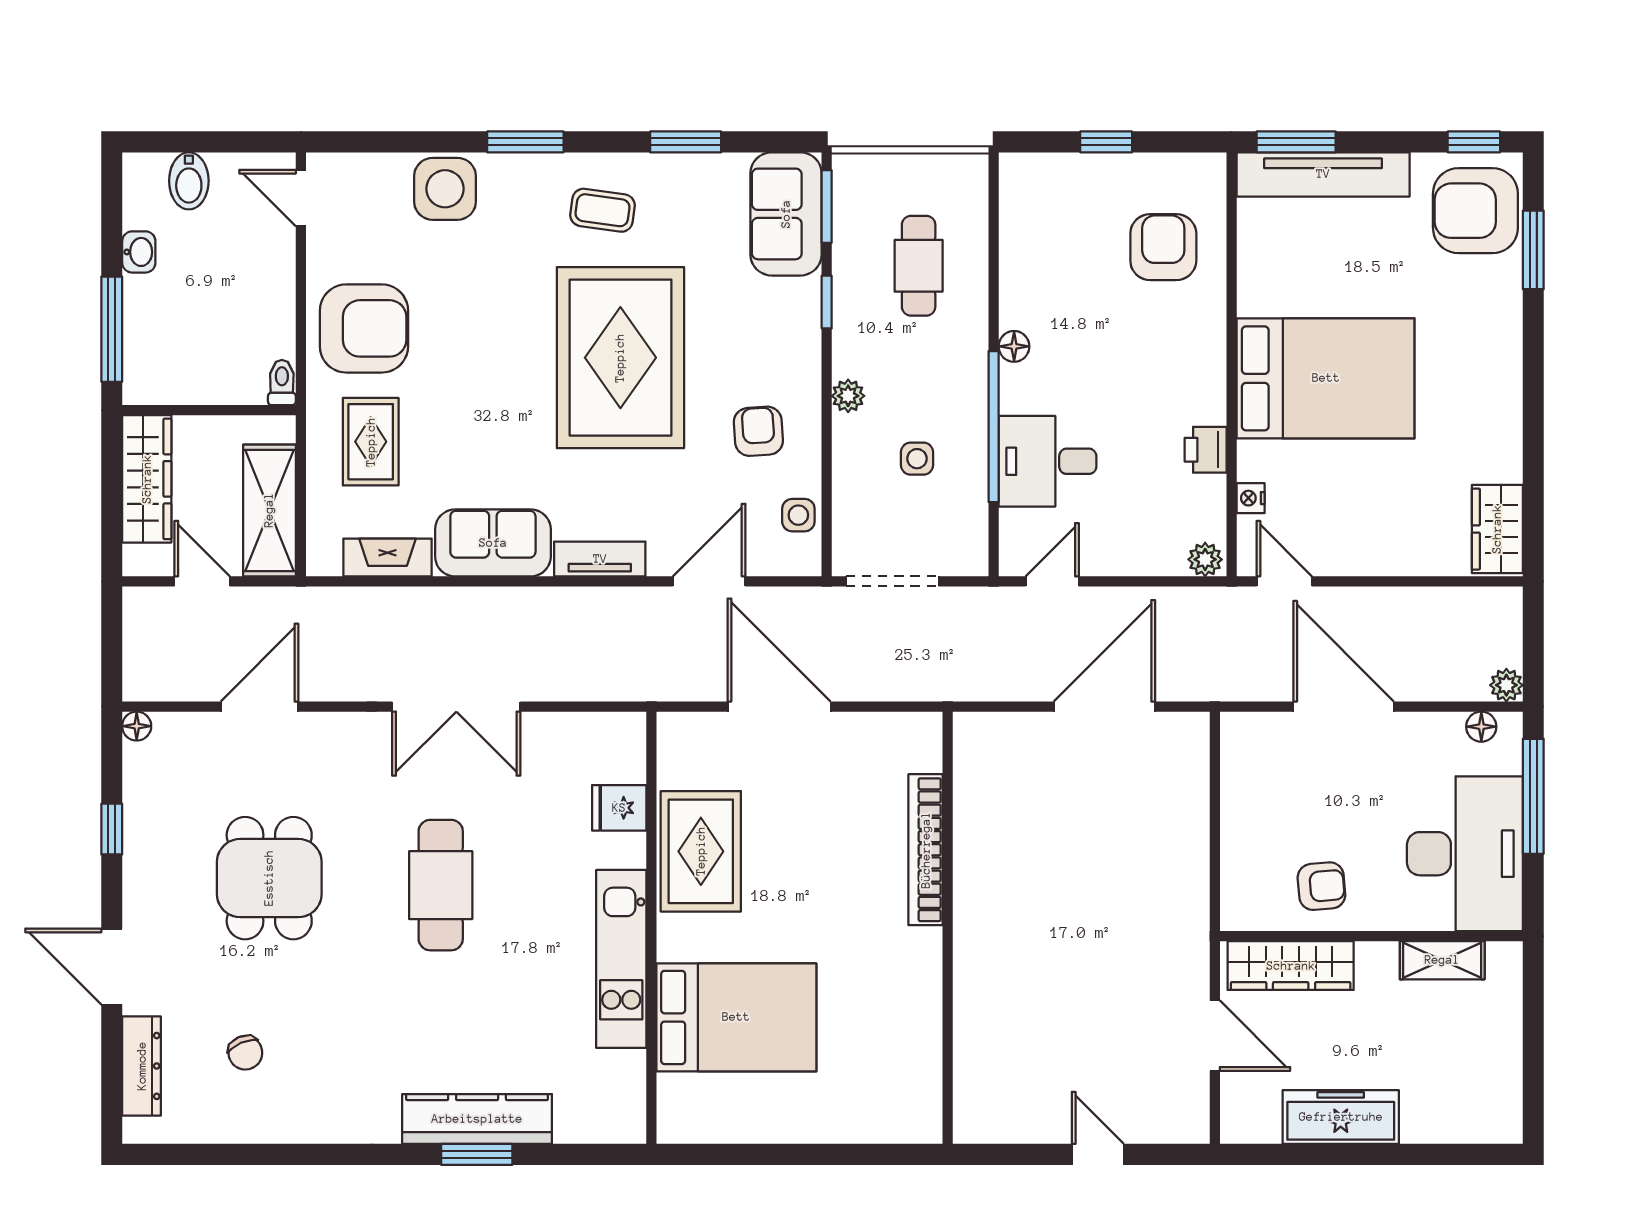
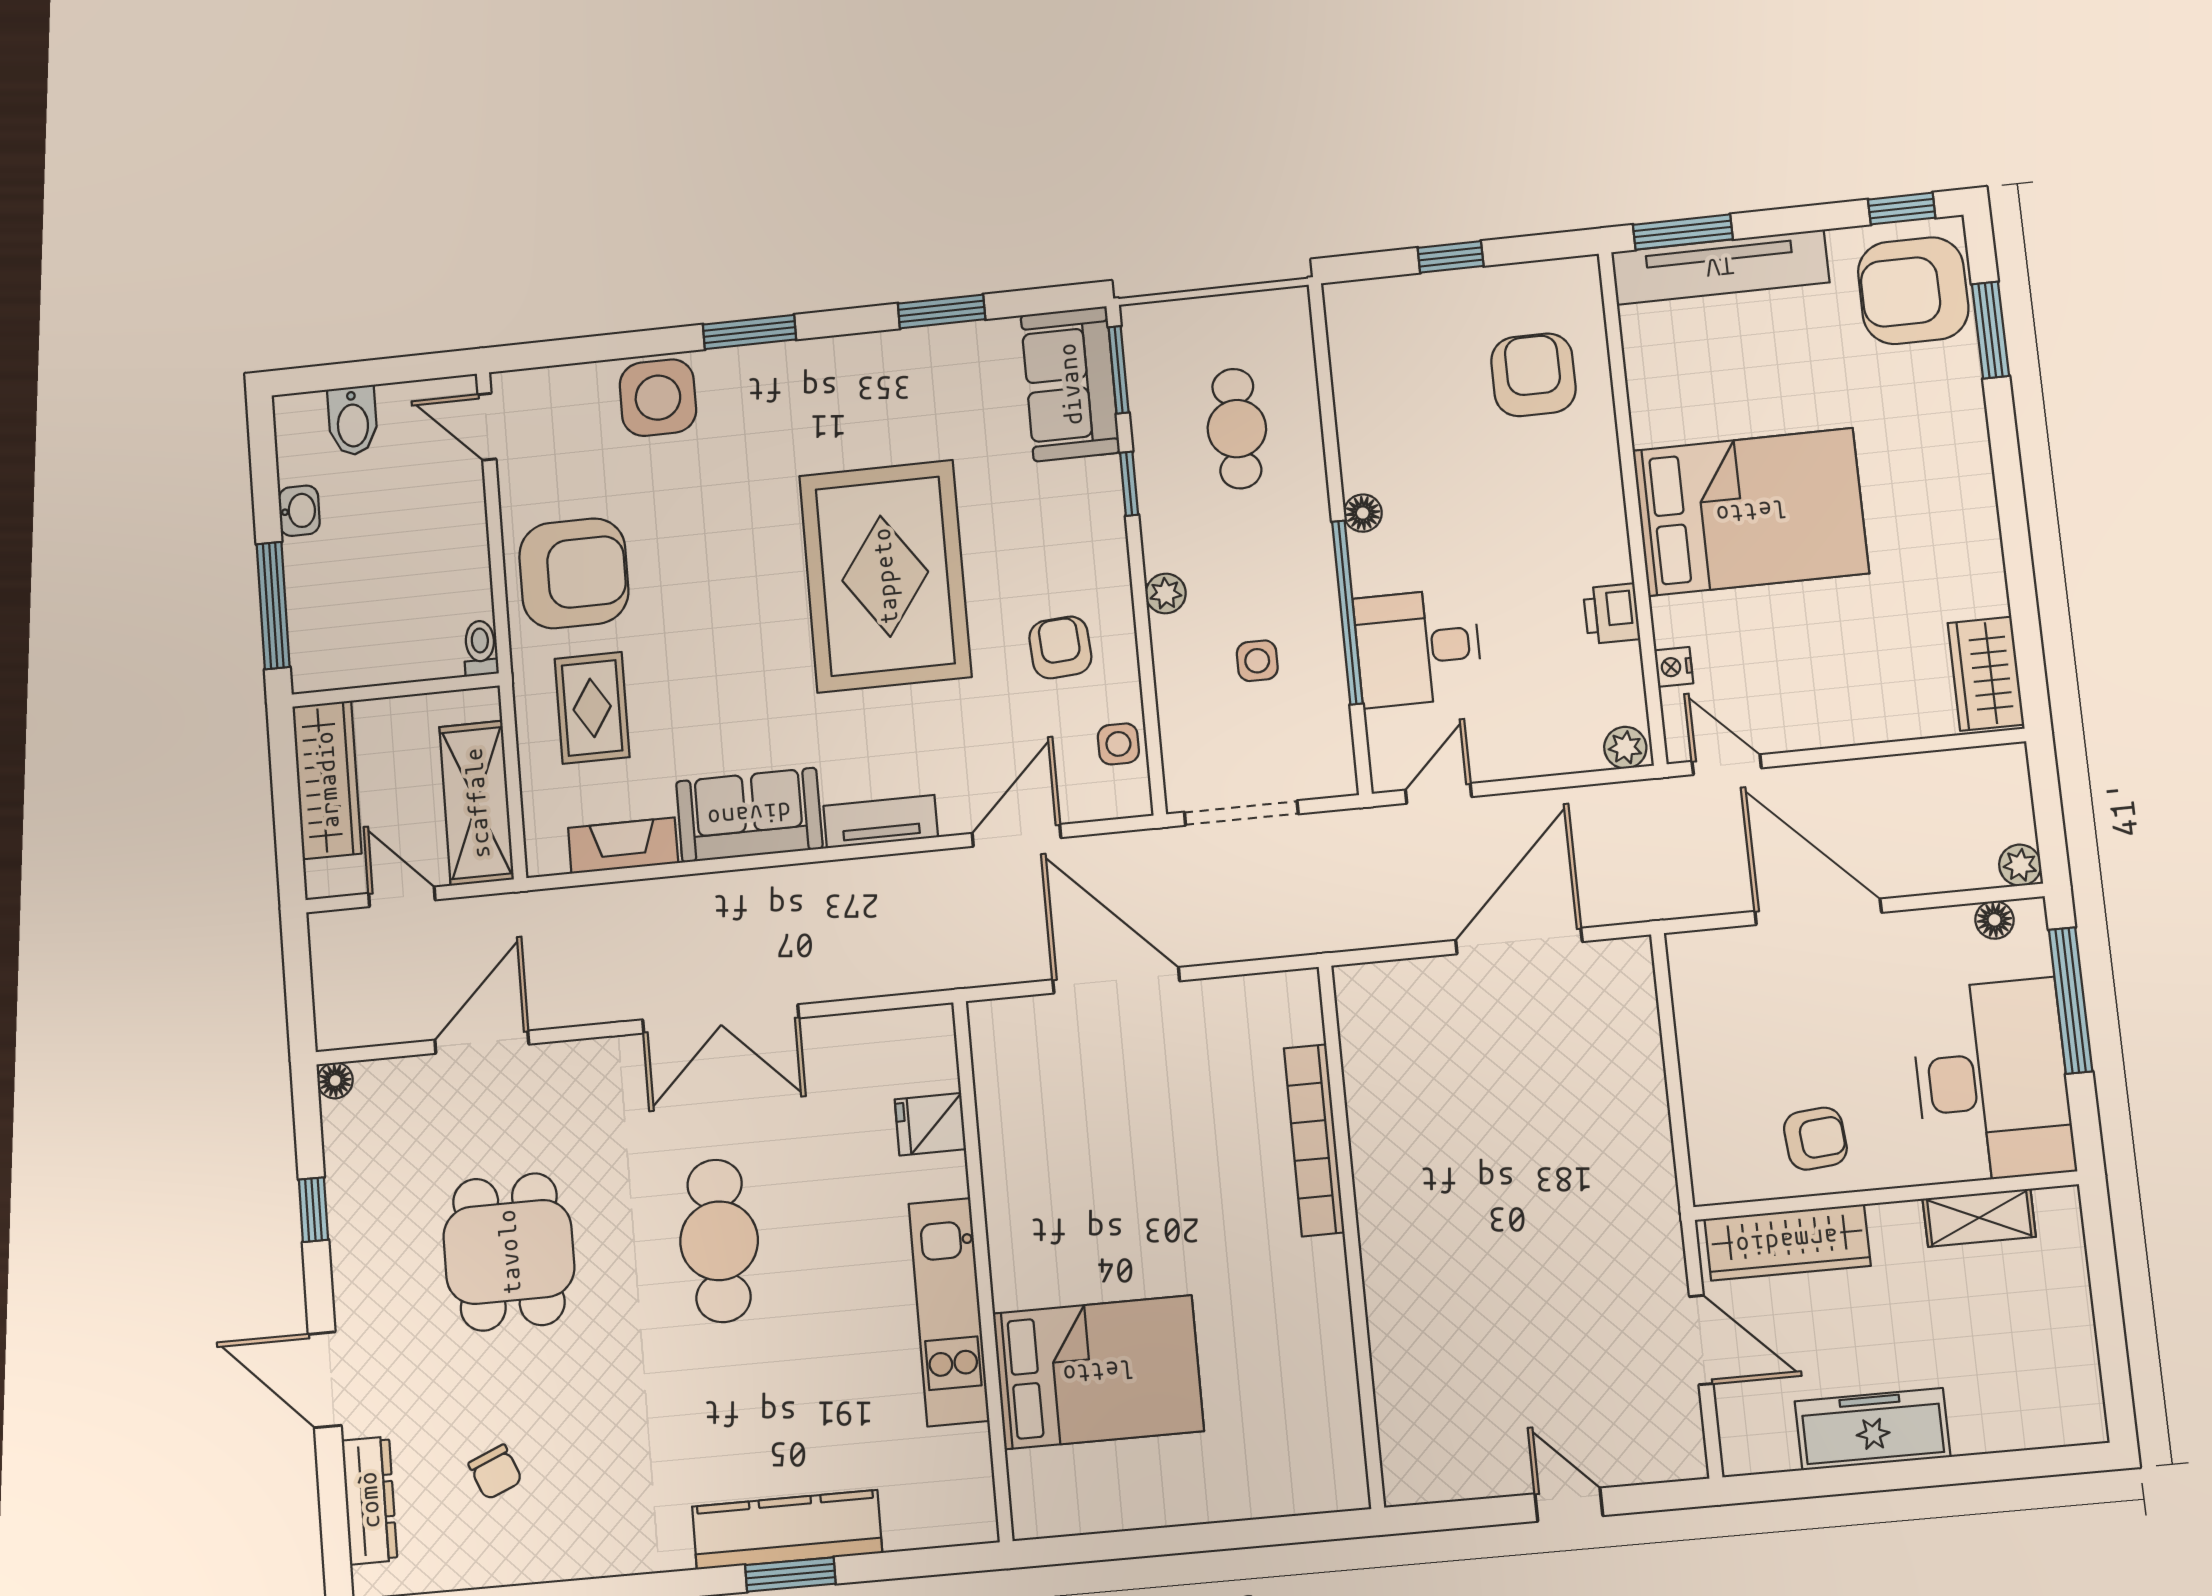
coffee table: (603, 210) -> (849, 403), removed
rug: (701, 851) -> (1036, 1169), removed

